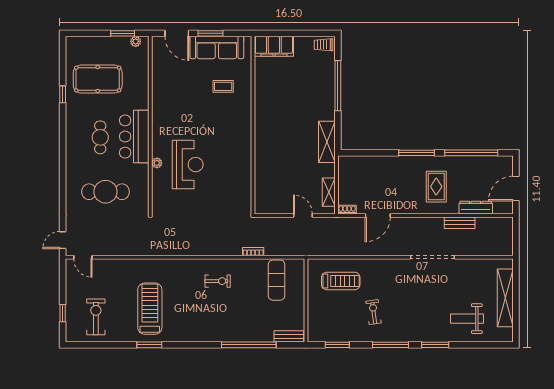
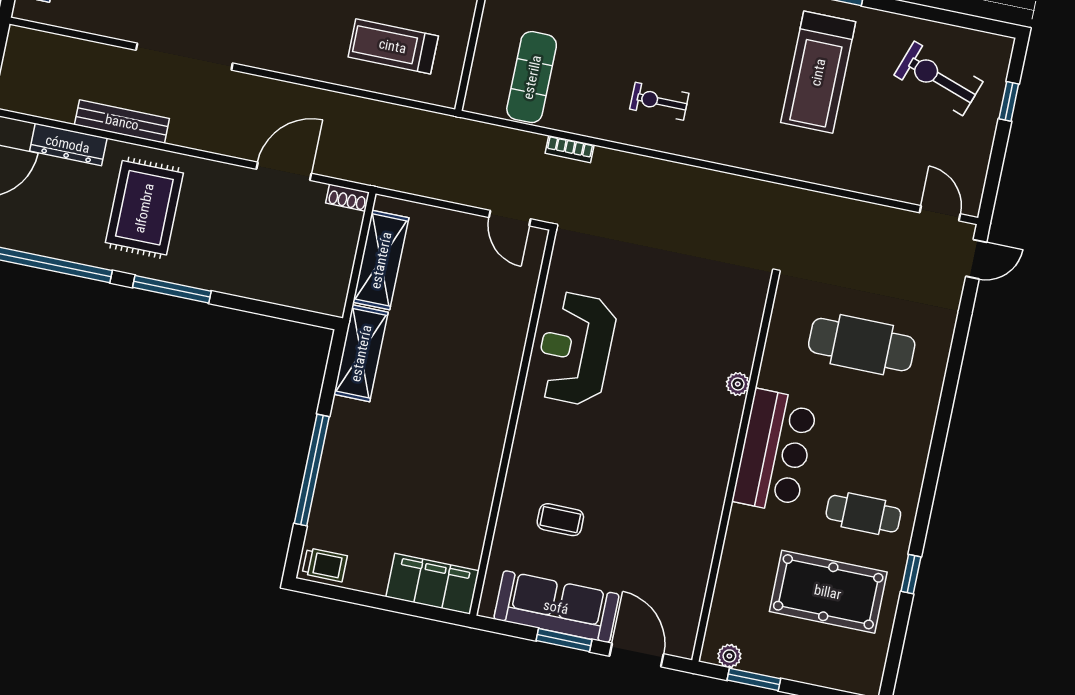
cafe table: (100, 137) -> (863, 514), moved, turned 90
reception desk: (188, 165) -> (575, 349), moved
rug: (436, 187) -> (144, 208), width x1.36, depth x1.43
shelving: (329, 192) -> (381, 260), width x1.50, depth x1.33
door: (303, 215) -> (510, 218), moved
bench: (460, 223) -> (122, 122), width x1.36
exercise bike: (96, 317) -> (939, 78), turned 109

